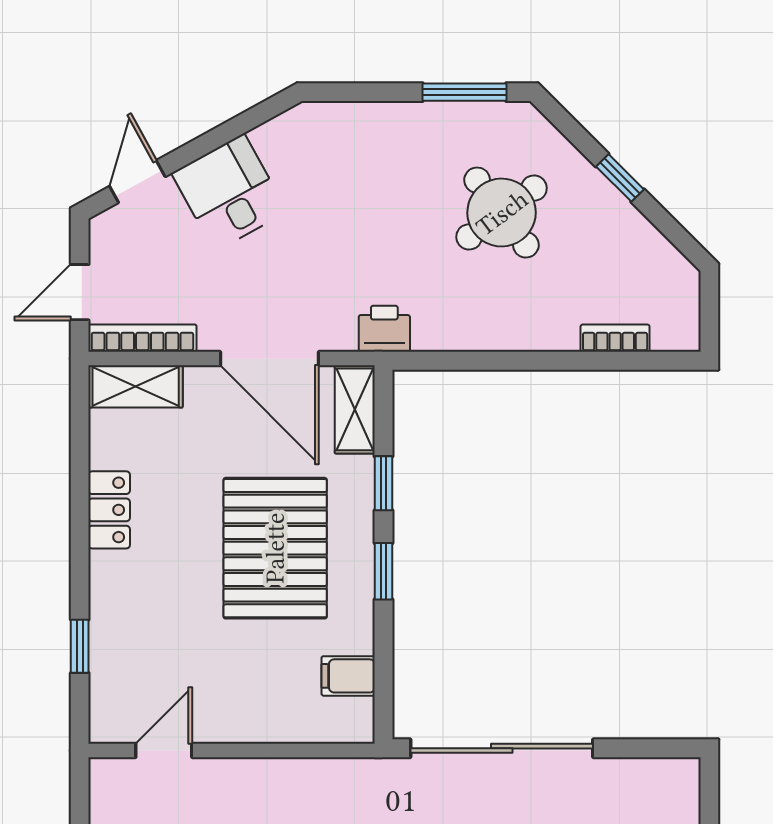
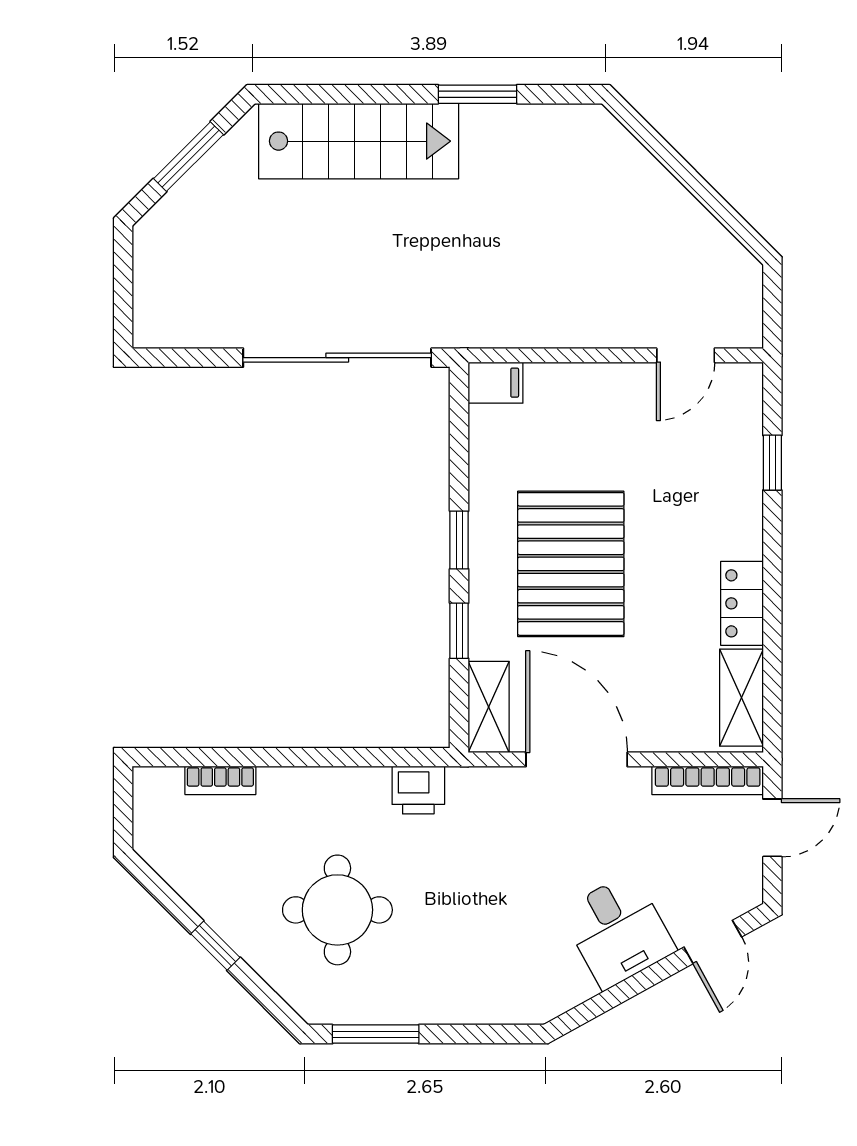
round table: (502, 213) -> (337, 910), turned 37
printer: (384, 329) -> (418, 790), moved
shelving: (136, 386) -> (741, 698), moved, turned 90
filing cabinet: (348, 676) -> (496, 383), moved

